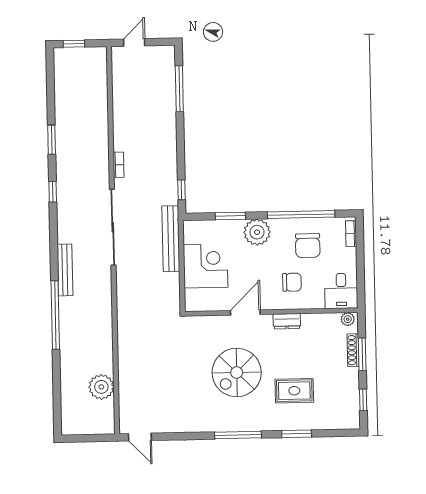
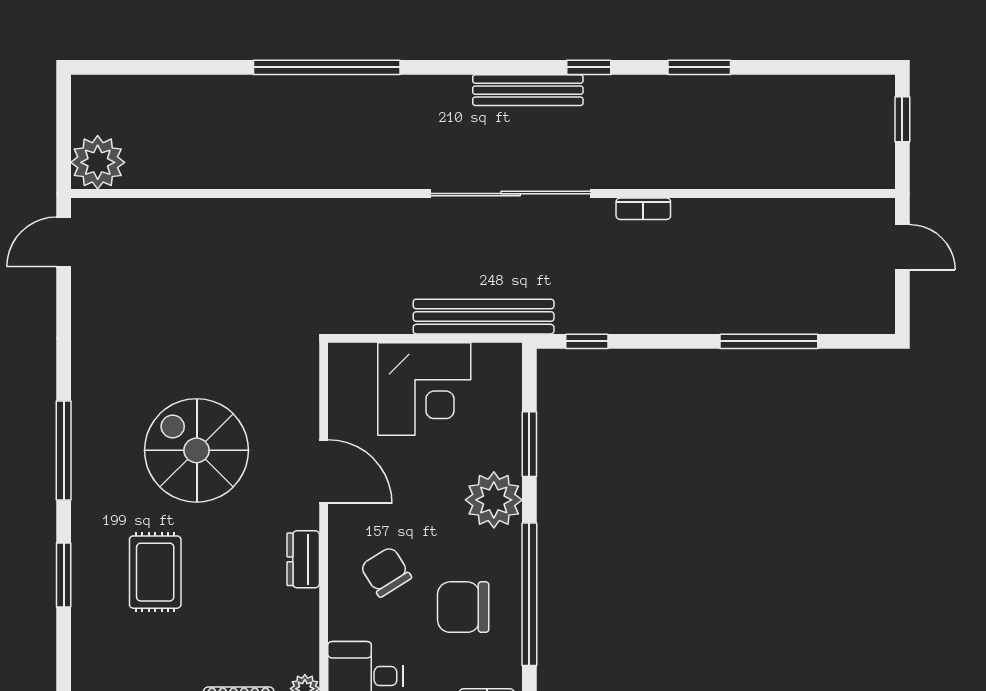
window: (179, 89) -> (769, 341), moved
bench: (65, 270) -> (528, 90), moved
chair: (292, 282) -> (386, 572), turned 148
plant: (101, 387) -> (98, 162), moved

